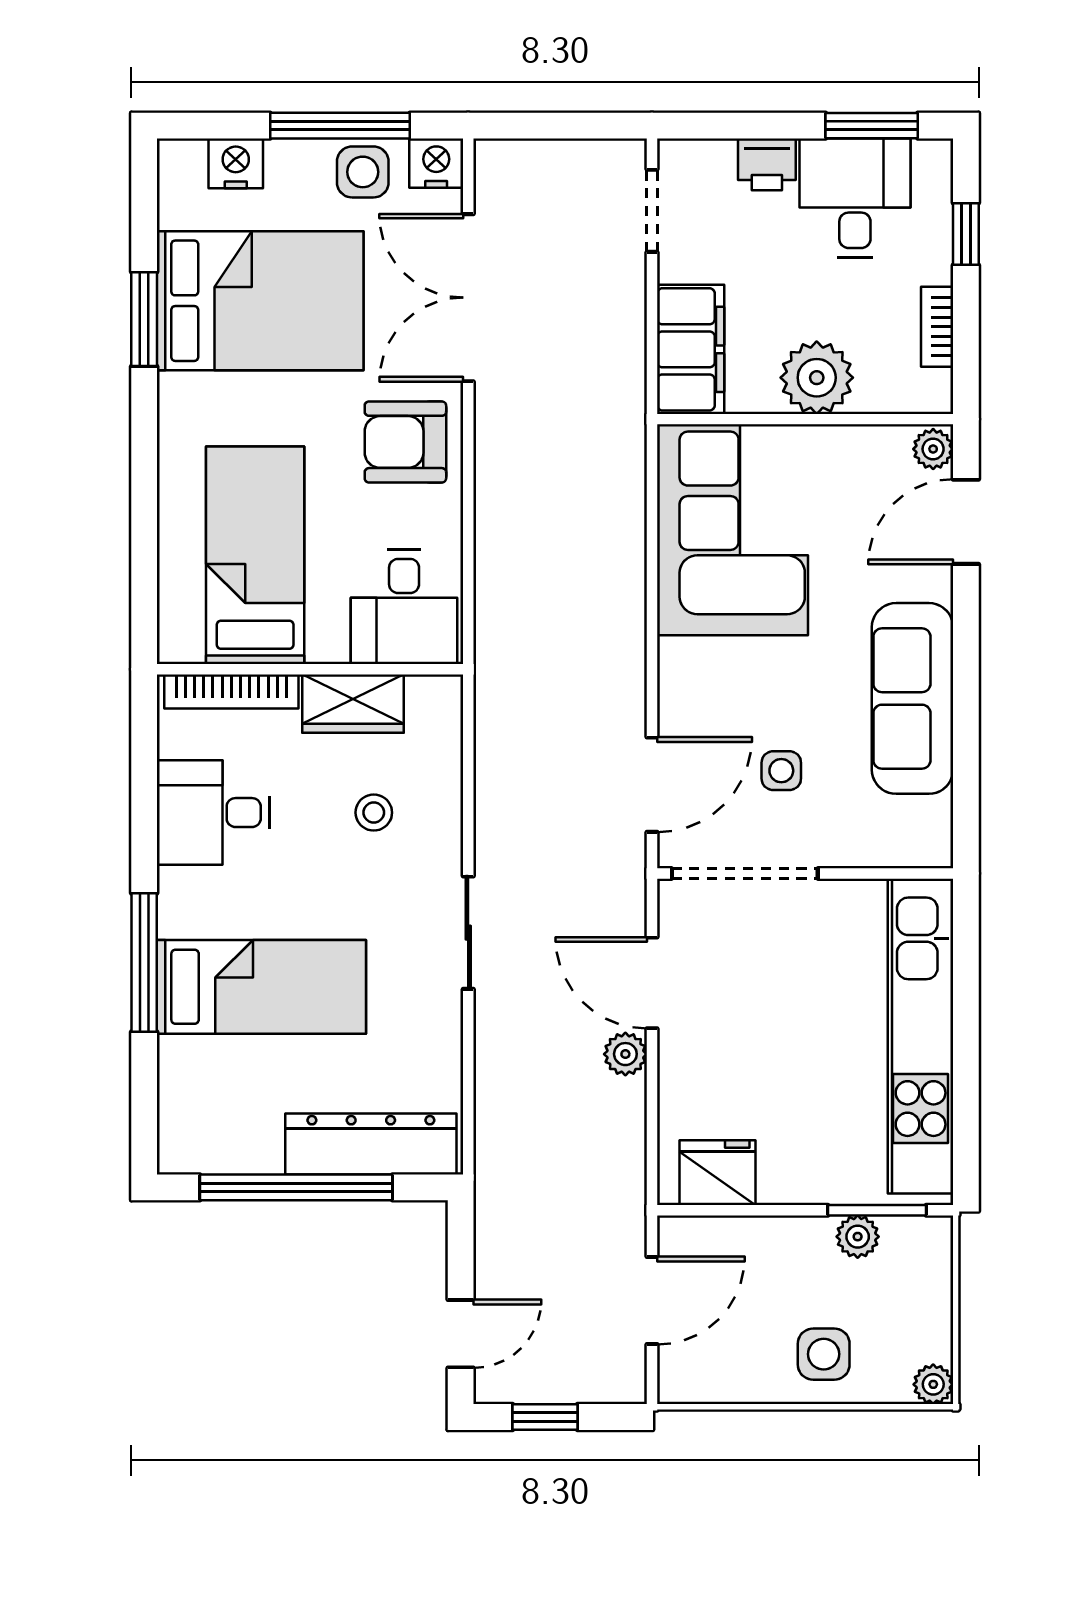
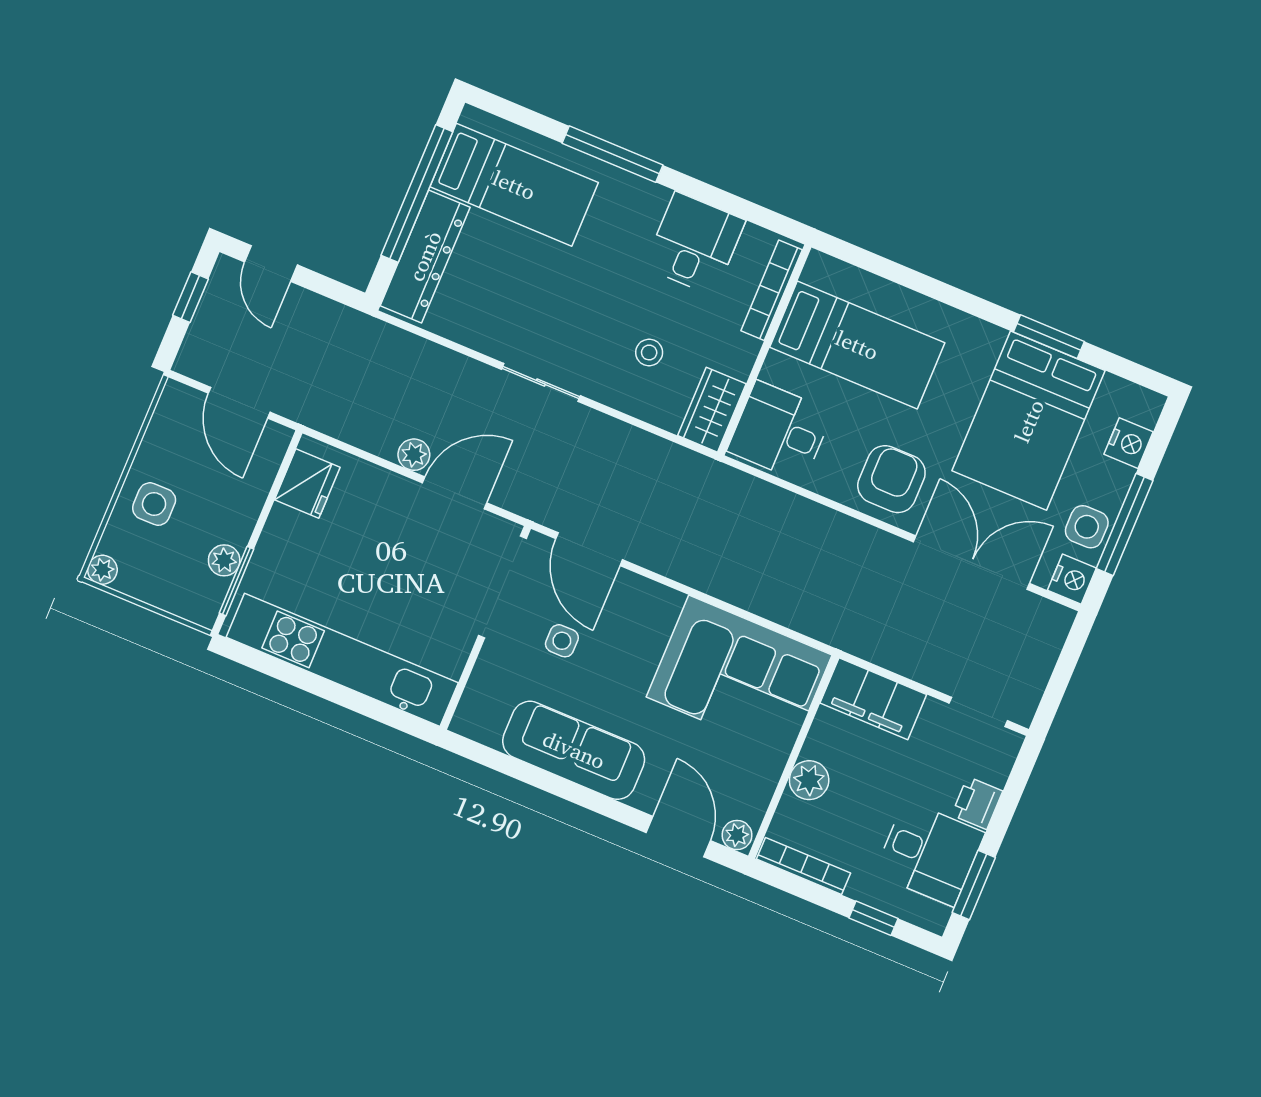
bookcase: (937, 327) -> (803, 866), width x1.56
plant: (817, 378) -> (809, 780), width x0.73, depth x0.73
wardrobe: (353, 704) -> (712, 410), moved
bed: (261, 987) -> (514, 185), moved, turned -90

